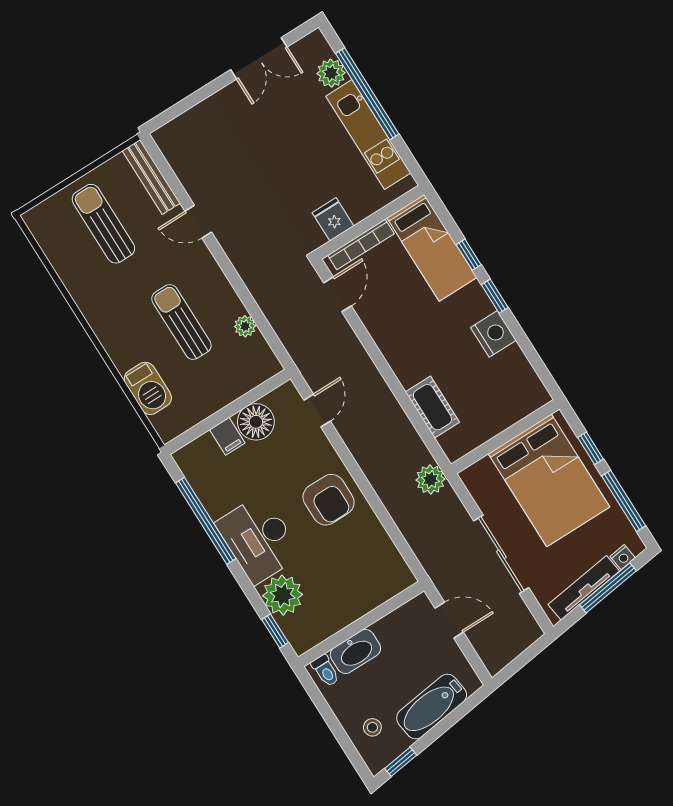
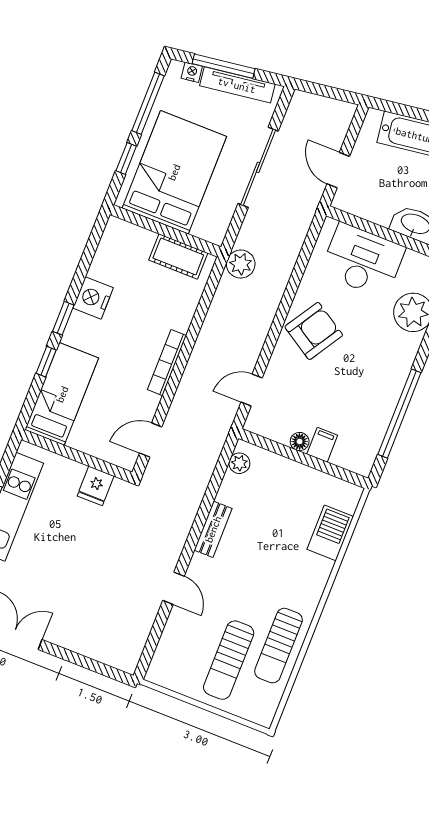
bench: (151, 177) -> (213, 529), moved, width x0.73
bookcase: (361, 244) -> (167, 363), moved, turned -90
sun lounger: (181, 322) -> (279, 646), moved
plant: (245, 326) -> (239, 463), moved
cot: (432, 407) -> (178, 257), moved, turned 90
floor lamp: (256, 422) -> (300, 442), width x0.53, depth x0.53
armchair: (329, 500) -> (314, 331), turned 32
desk: (259, 539) -> (363, 260), moved, turned -90

